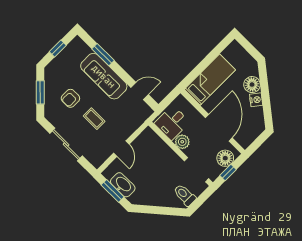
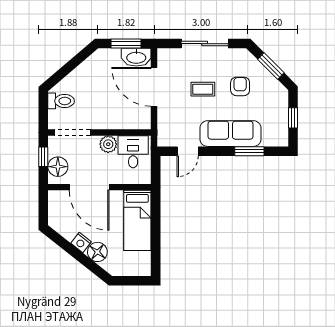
door: (121, 149) -> (154, 87), width x1.88
washbasin: (123, 185) -> (136, 57), moved

